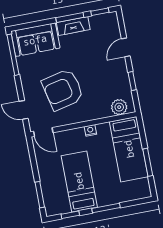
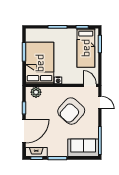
fireplace: (73, 26) -> (36, 152), moved
door: (126, 47) -> (24, 131), width x1.88
armchair: (63, 90) -> (71, 111), turned 145
bed: (129, 149) -> (40, 63), width x1.50
bed: (79, 181) -> (86, 48), moved

